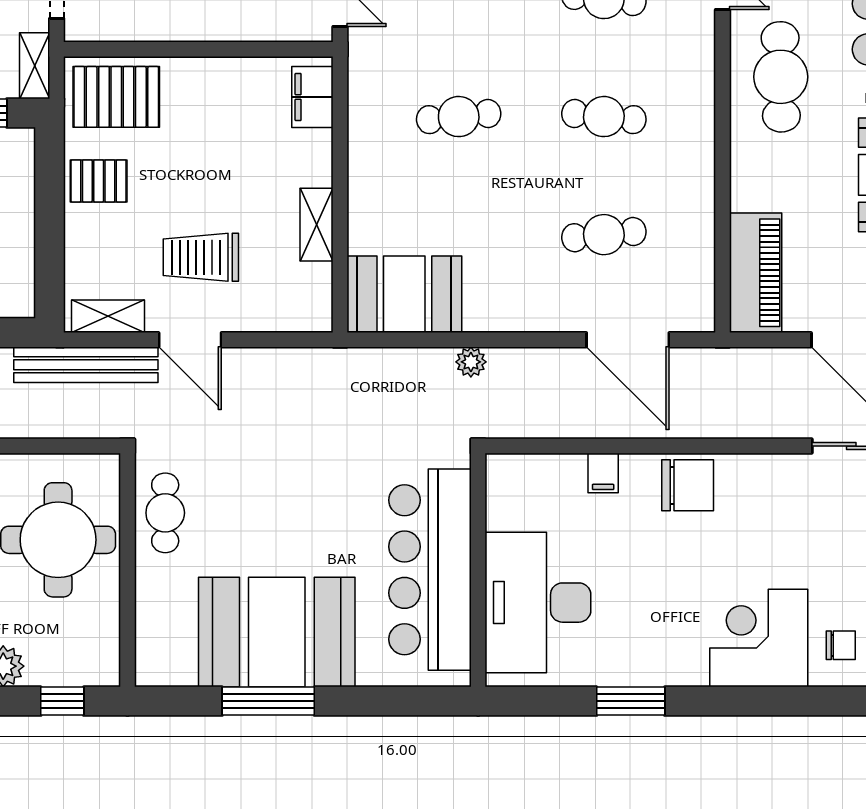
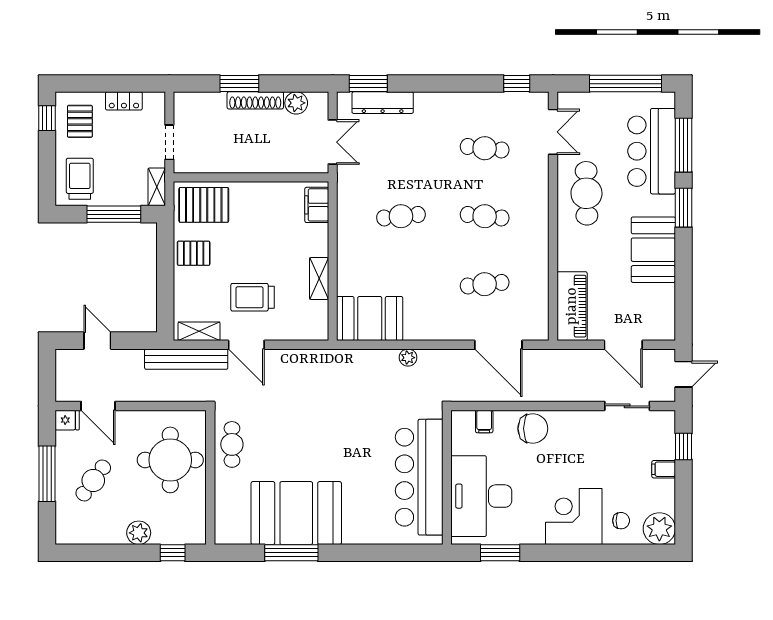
bar counter: (430, 570) -> (419, 477), moved
wall: (478, 570) -> (447, 477), moved
desk: (538, 603) -> (481, 496), moved

